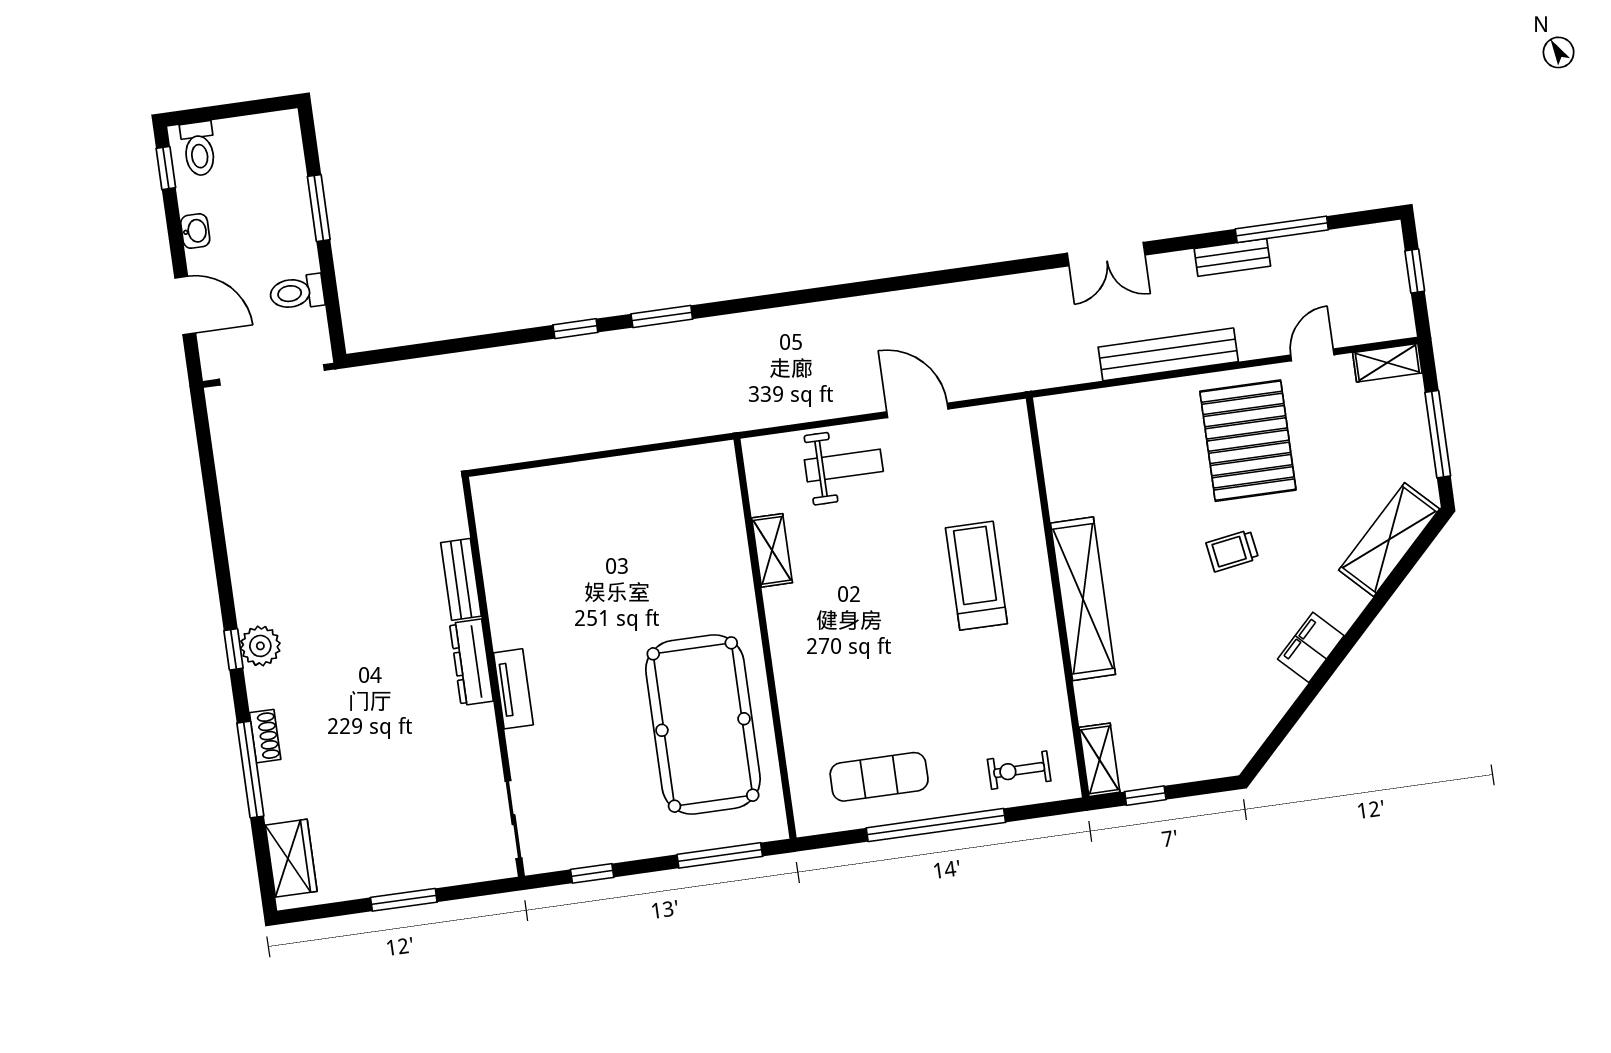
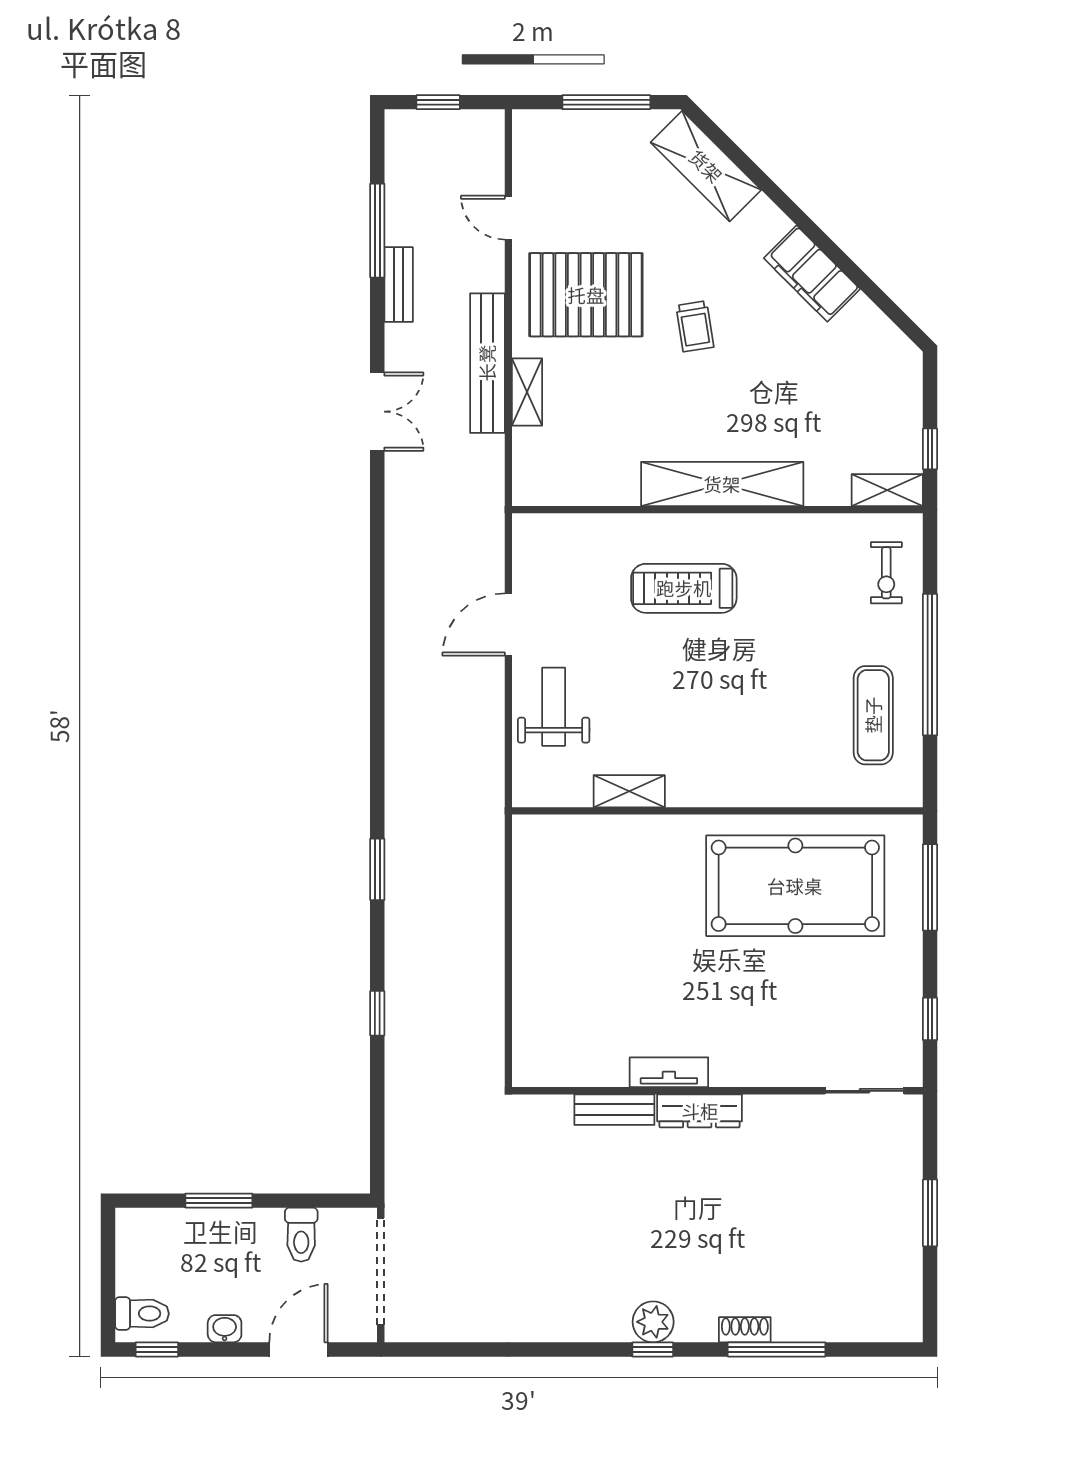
window: (575, 329) -> (377, 1013), moved
shelving: (1387, 363) -> (527, 392), moved
filing cabinet: (1311, 647) -> (812, 274), width x1.50, depth x1.17
tv unit: (513, 689) -> (669, 1072), moved
wardrobe: (291, 858) -> (872, 1321), removed

